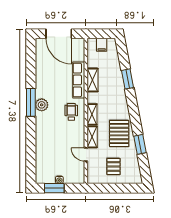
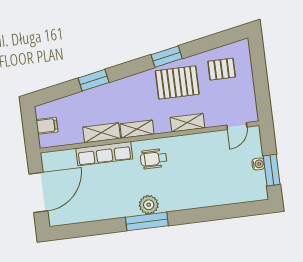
shelving: (92, 114) -> (137, 129), moved
window: (140, 144) -> (167, 57), moved
door: (86, 155) -> (237, 126), moved
pallet: (114, 167) -> (222, 69), moved

